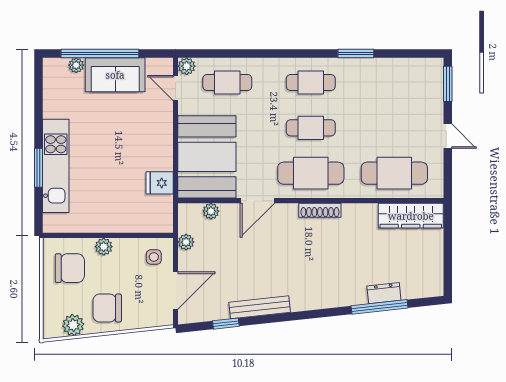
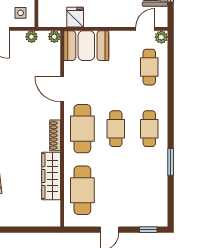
window: (448, 84) -> (148, 230), width x0.67
booth: (207, 157) -> (86, 46), width x0.73, depth x0.70
plant: (211, 211) -> (54, 37), moved
wardrobe: (411, 216) -> (51, 176), moved

